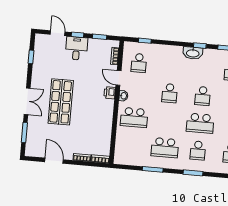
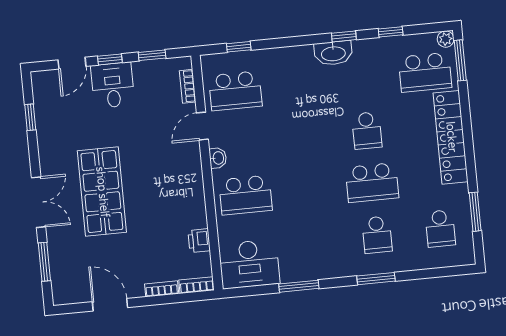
door: (58, 33) -> (72, 63), swing flipped
school desk: (139, 63) -> (235, 91), width x1.85
door: (119, 78) -> (202, 126), hinge flipped
printer: (110, 93) -> (199, 241), moved
school desk: (170, 93) -> (304, 137), removed
school desk: (165, 148) -> (314, 241), removed
desk: (129, 153) -> (249, 264), added

